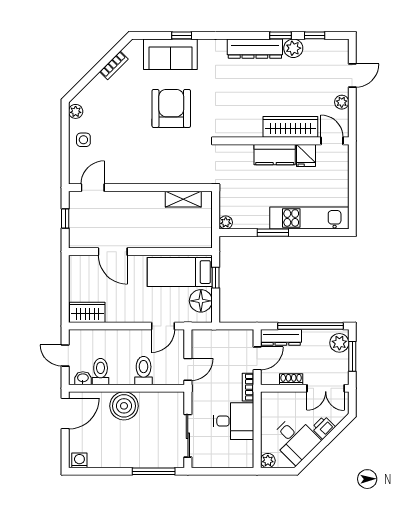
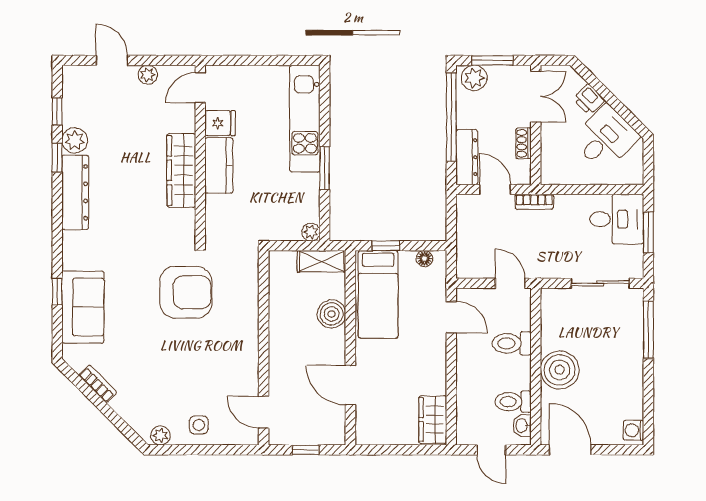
armchair: (171, 108) -> (186, 292), moved, turned 180
wardrobe: (290, 127) -> (181, 170), moved
shelving: (183, 199) -> (322, 261), moved, turned 90
boiler: (165, 238) -> (332, 314), added
door: (113, 252) -> (350, 385), swing flipped
floor lamp: (201, 301) -> (424, 259), width x0.53, depth x0.53
door: (65, 355) -> (491, 450), hinge flipped
desk: (234, 421) -> (617, 219), moved, turned 90
plant: (268, 461) -> (634, 175), removed
window: (225, 471) -> (648, 232), added

